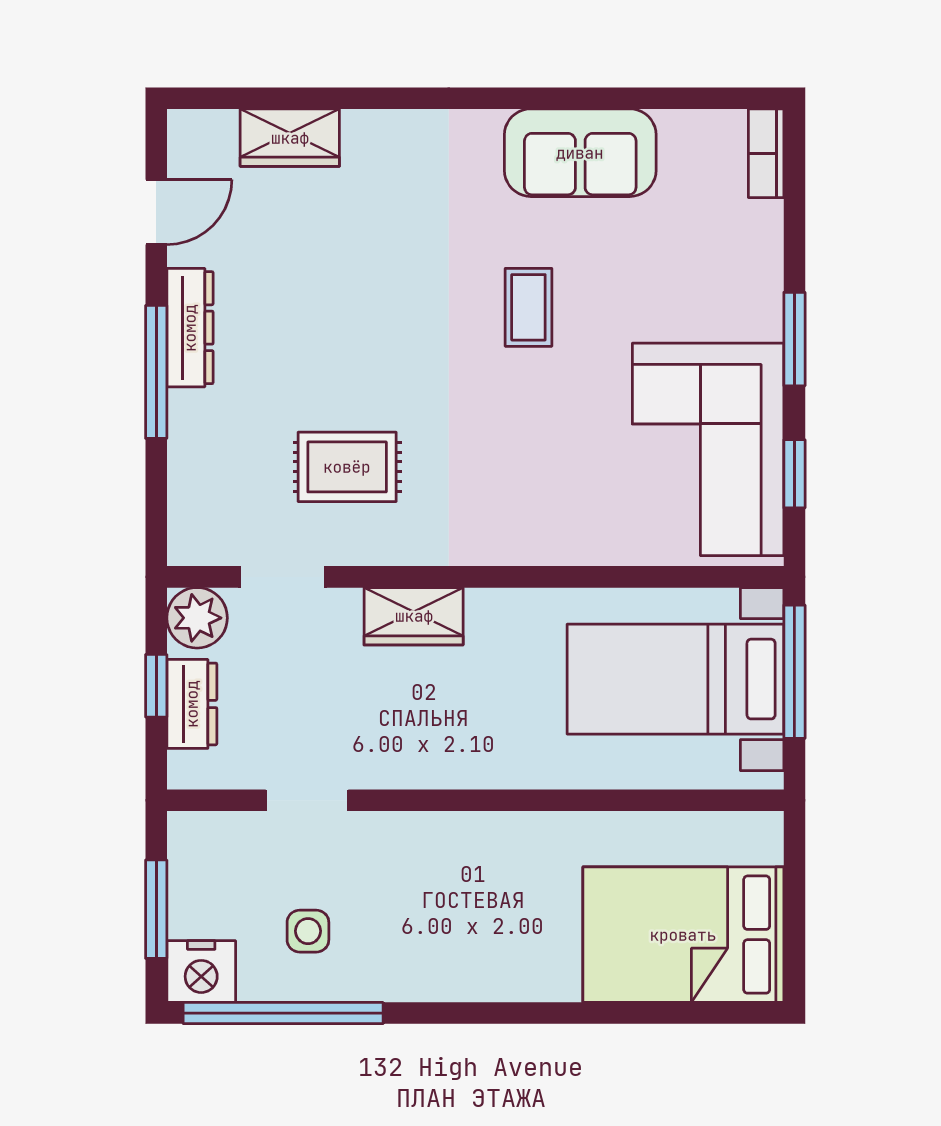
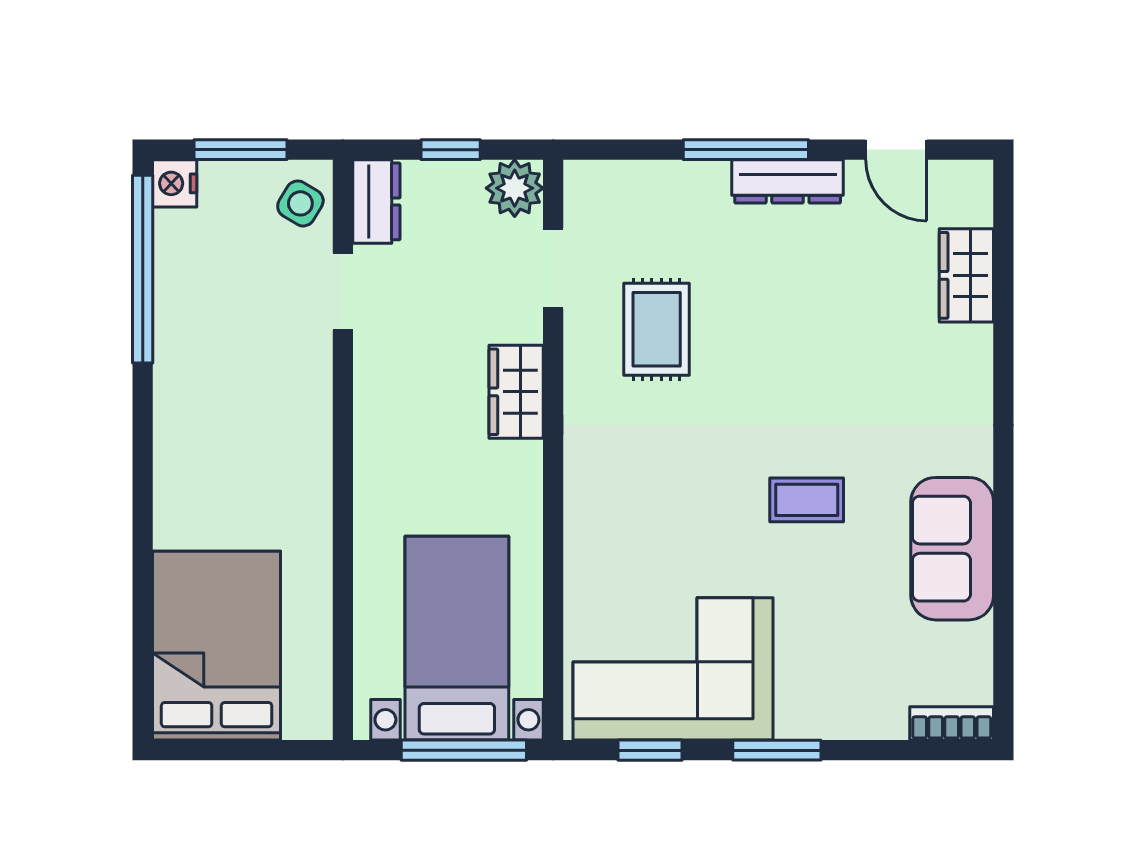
dresser: (192, 704) -> (376, 201), moved, turned -90
side table: (308, 931) -> (300, 203), moved, turned 31
nightstand: (201, 972) -> (175, 183), width x0.74, depth x0.75

